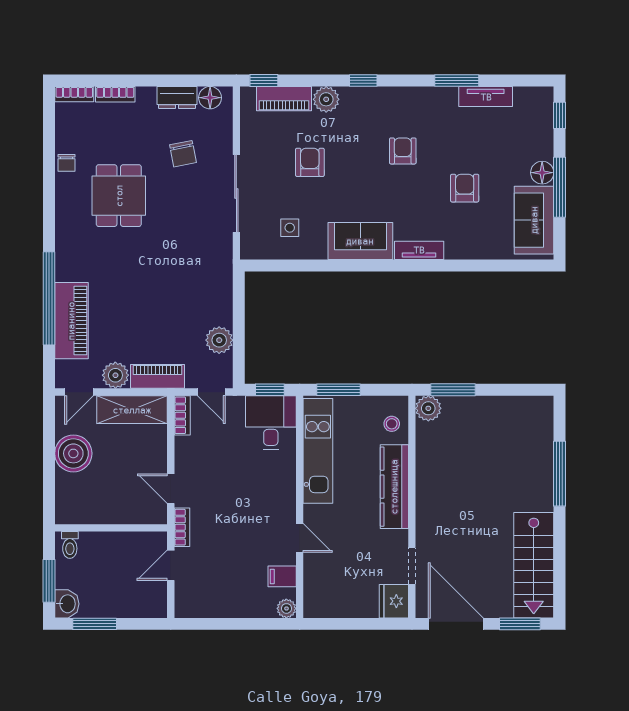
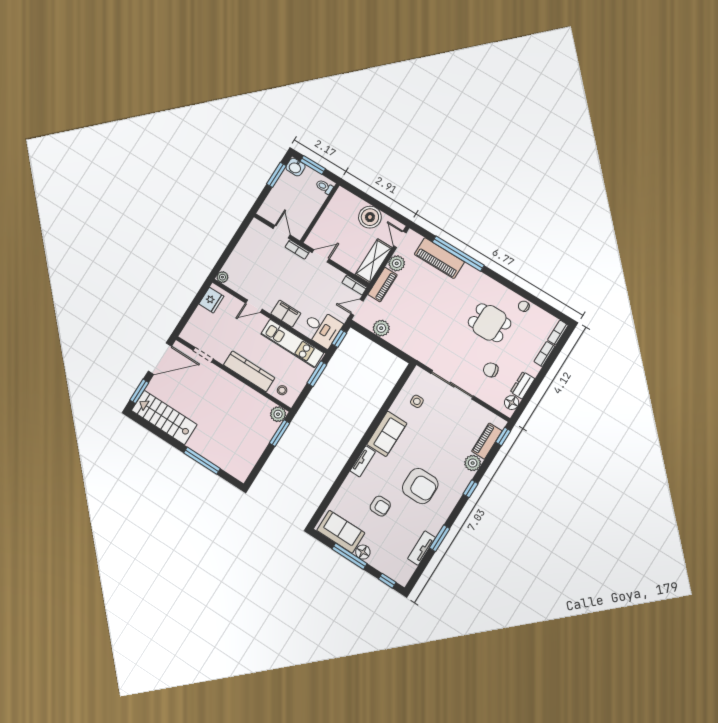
armchair: (403, 151) -> (420, 486), width x1.88, depth x1.88
armchair: (310, 162) -> (445, 433), removed
filing cabinet: (282, 576) -> (286, 314), moved, width x2.00
fridge: (394, 601) -> (211, 300), moved, turned 90

